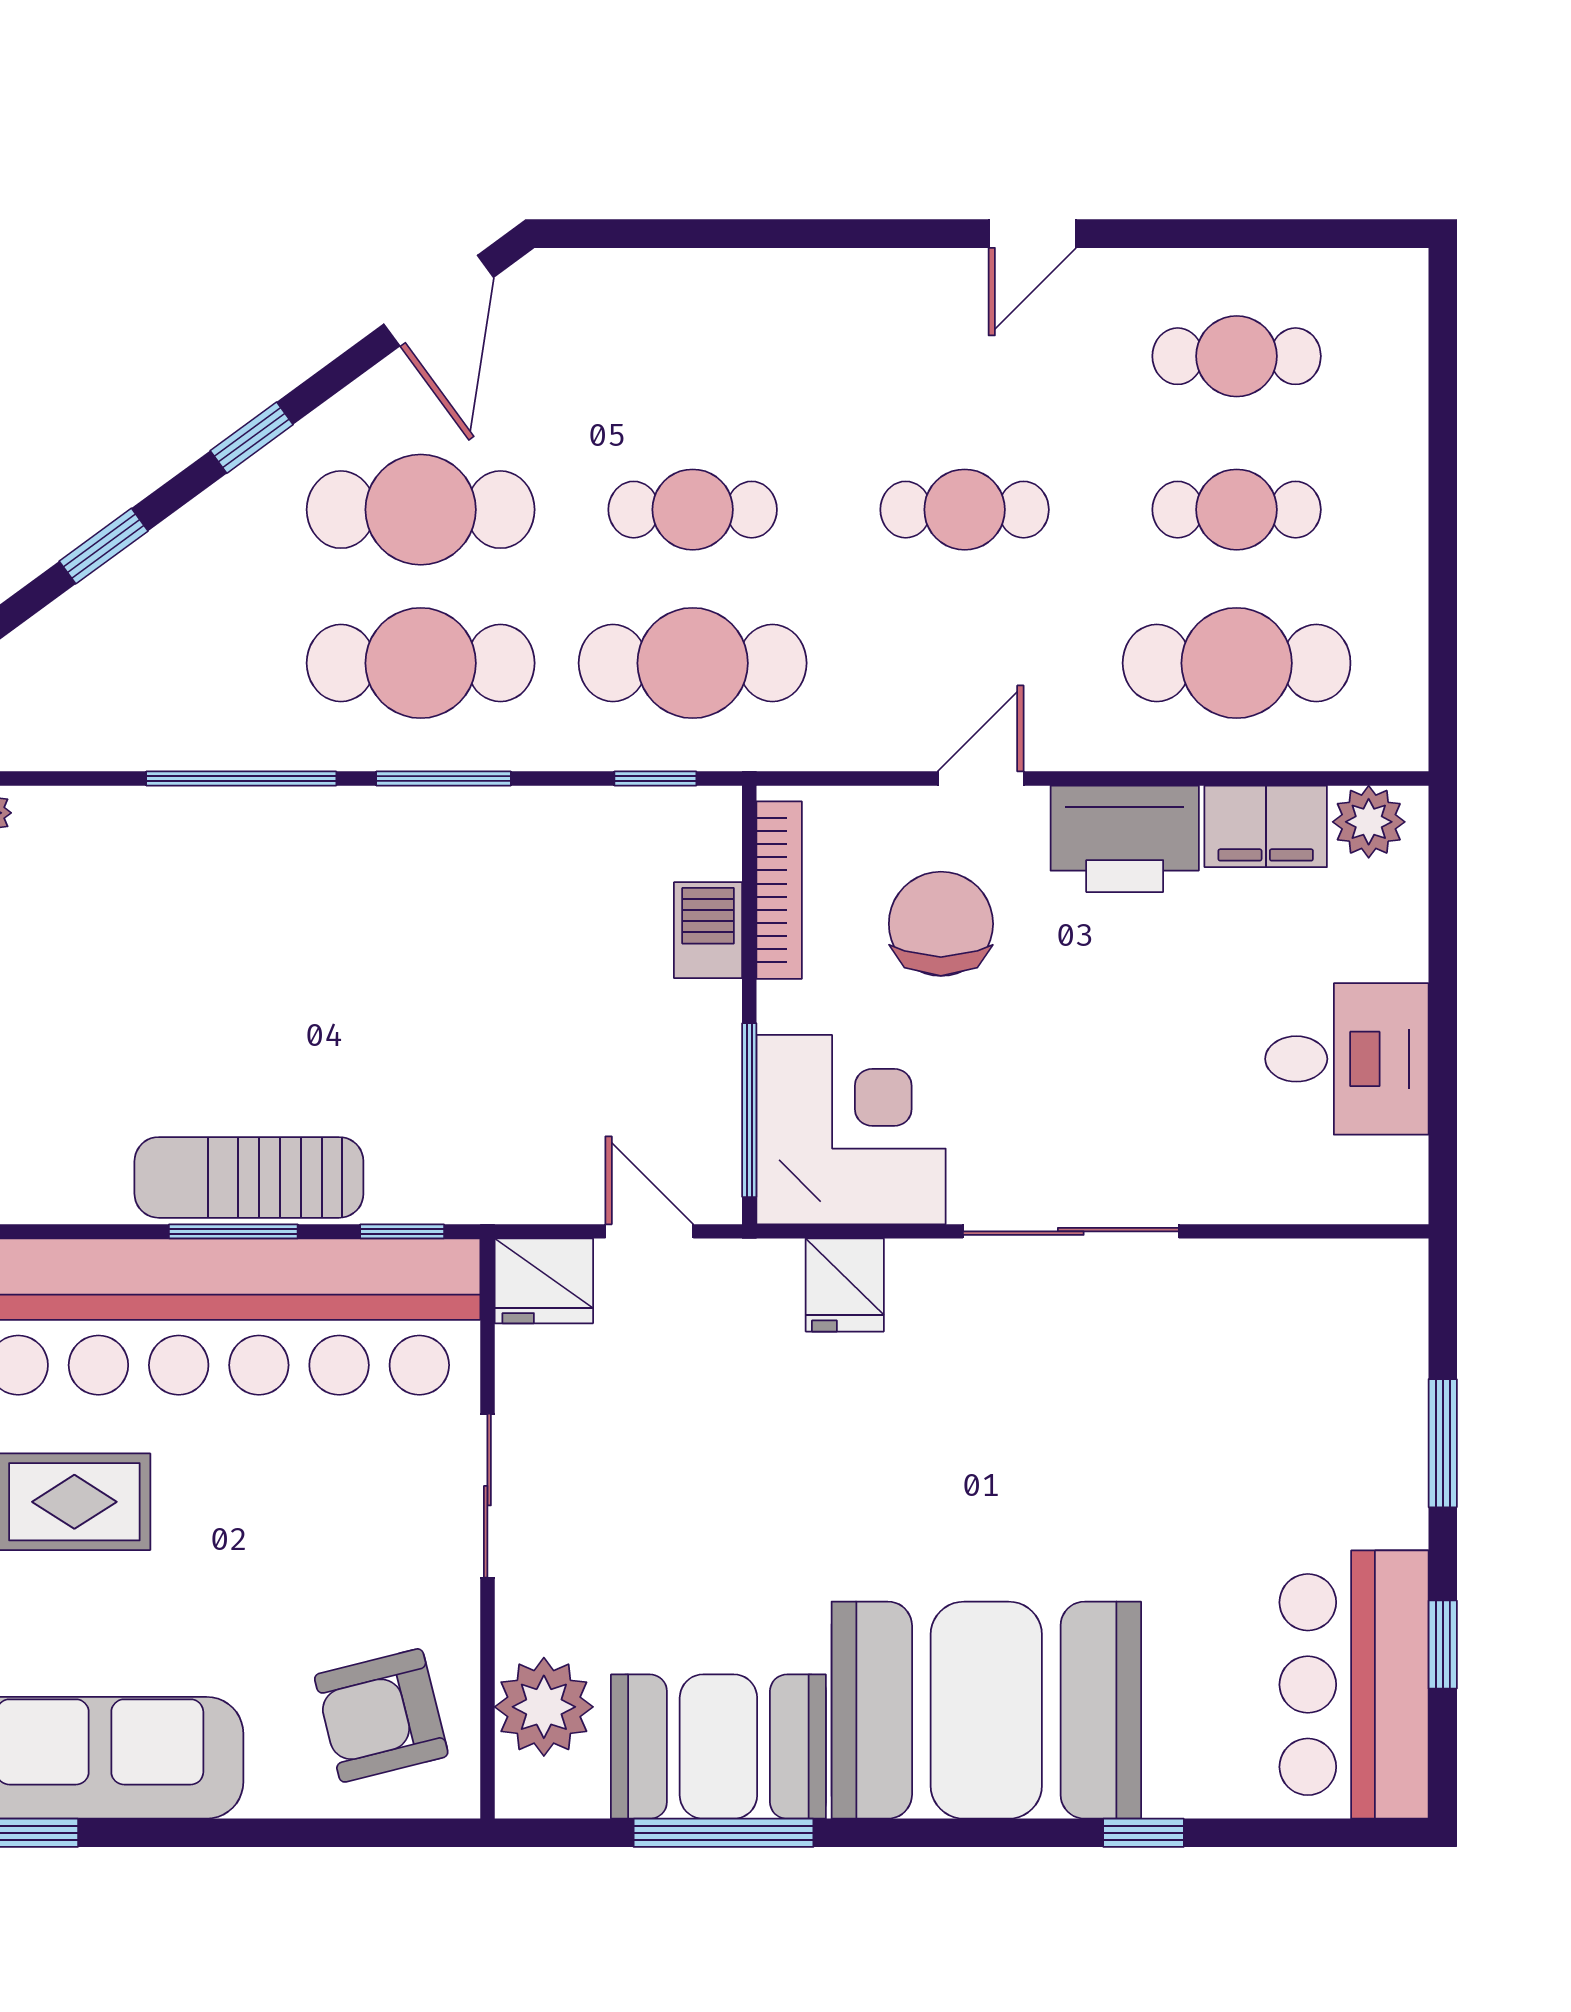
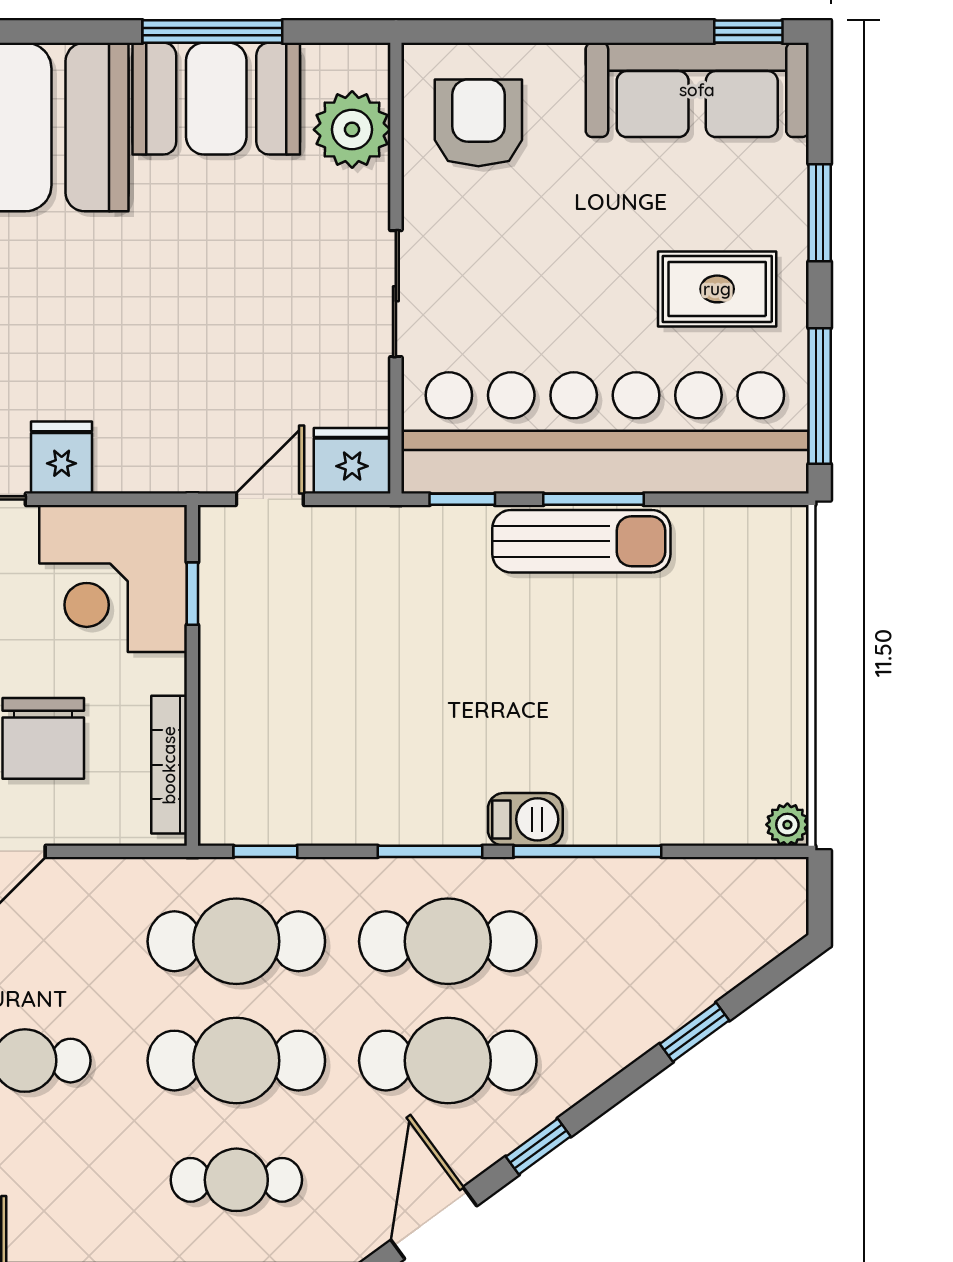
cafe table: (693, 356) -> (236, 1180), added
window: (252, 438) -> (538, 1147), moved
cafe table: (693, 510) -> (236, 1061), width x1.37, depth x1.35
barbecue: (708, 930) -> (525, 819), moved, turned -90
window: (749, 1110) -> (192, 594), width x0.46
door: (649, 1231) -> (270, 499), swing flipped
fridge: (845, 1285) -> (62, 458), moved
armchair: (381, 1715) -> (478, 123), turned -76

